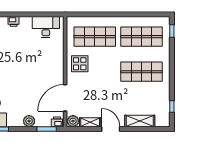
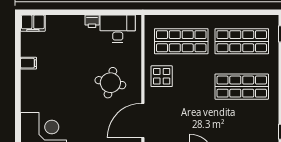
printer: (14, 21) -> (92, 21), moved
round table: (40, 69) -> (110, 83), added

